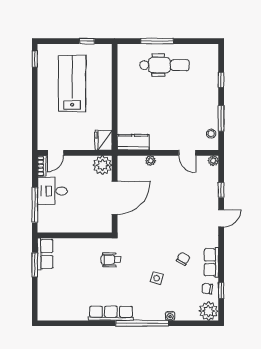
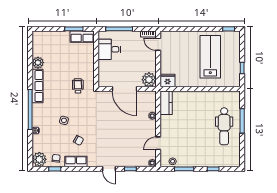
lab bench: (72, 84) -> (210, 57), turned -90
desk: (52, 191) -> (109, 49), moved, turned -90
plant: (80, 313) -> (38, 63), added

